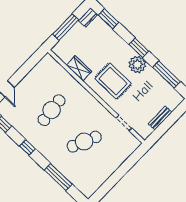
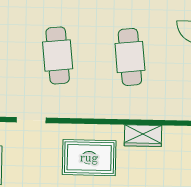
cafe table: (84, 142) -> (58, 55), turned -30

